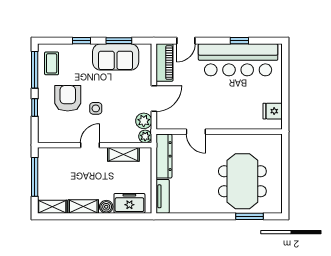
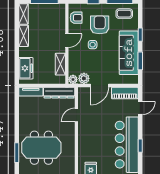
door: (186, 41) -> (140, 108), swing flipped
sofa: (116, 57) -> (129, 53), width x1.36
armchair: (68, 98) -> (100, 25), turned -90
door: (154, 99) -> (99, 85), hinge flipped
armchair: (57, 132) -> (76, 18), added
door: (90, 145) -> (67, 41), hinge flipped
boiler: (106, 207) -> (23, 52), removed

